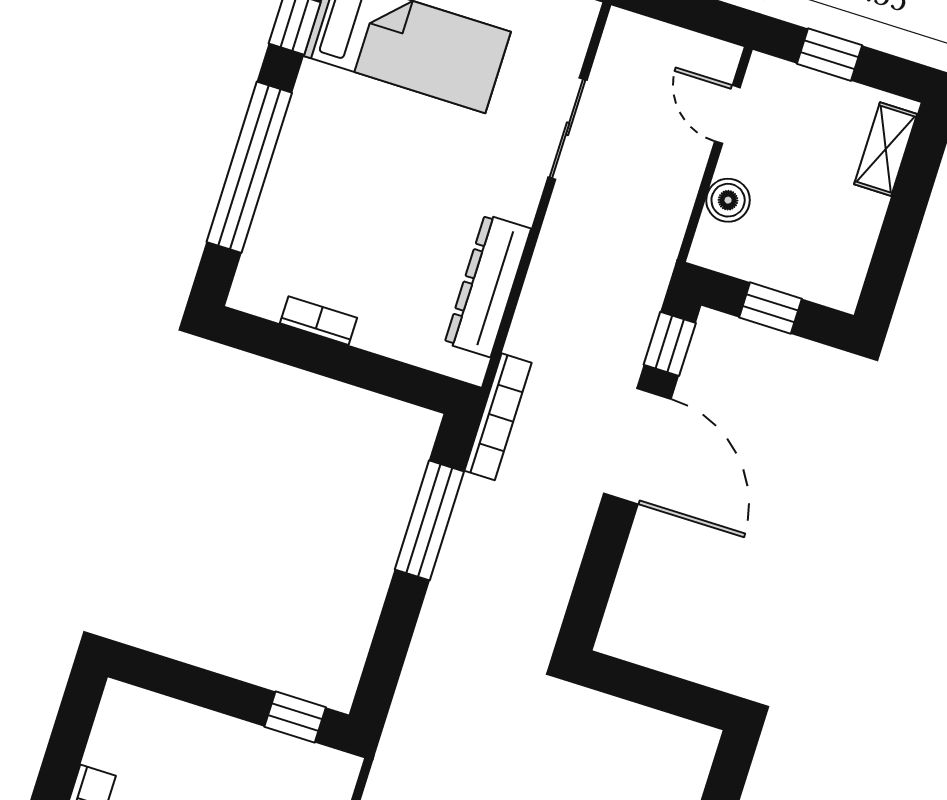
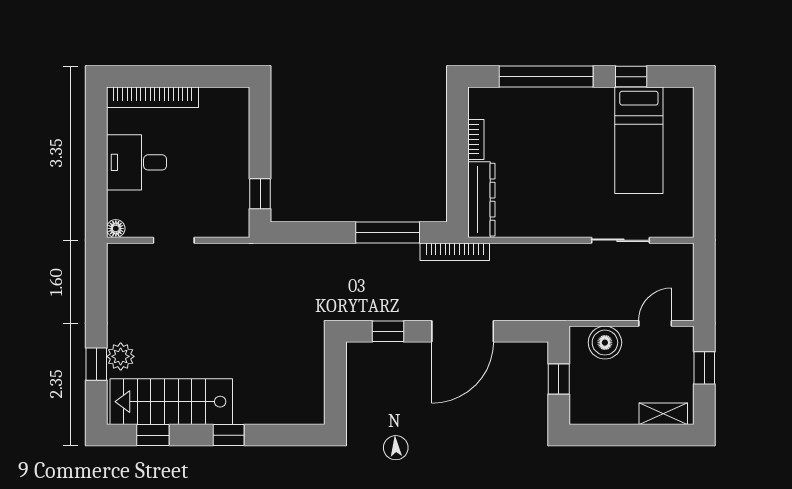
boiler: (728, 200) -> (605, 343), width x1.36, depth x1.36
dresser: (488, 286) -> (481, 200), moved, turned 90
window: (670, 344) -> (388, 331), moved

